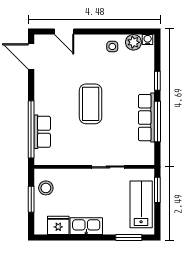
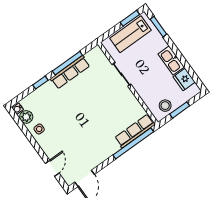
coffee table: (91, 104) -> (88, 116), removed
row of seats: (42, 132) -> (135, 131), width x1.48
window: (157, 190) -> (130, 18), moved

